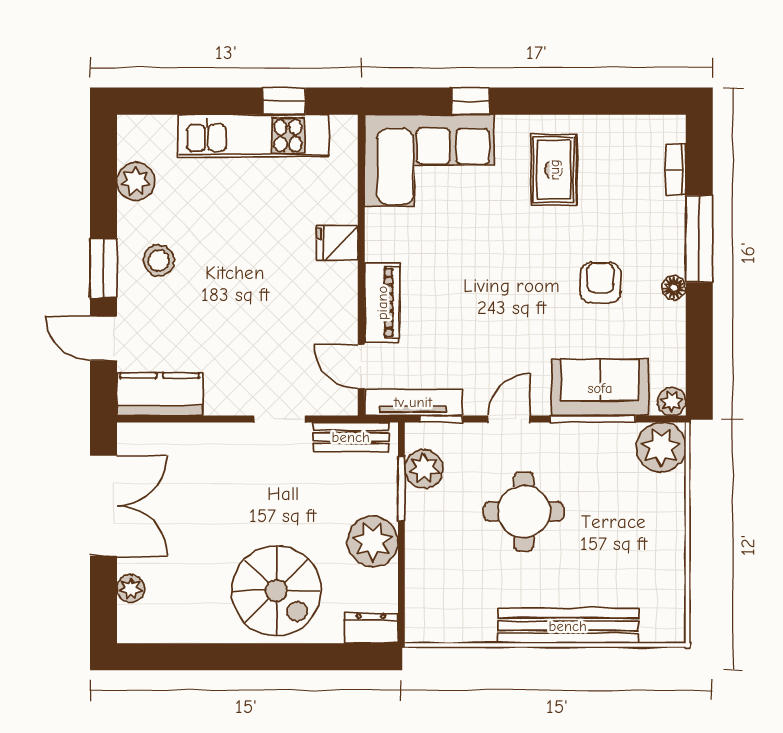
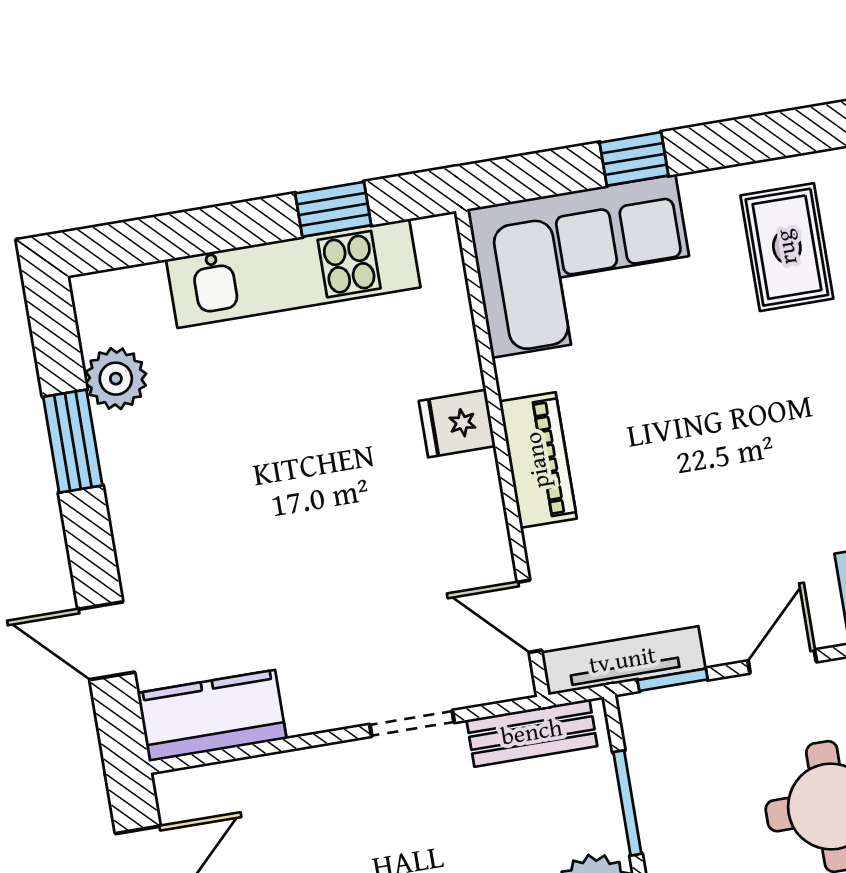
stool: (159, 260) -> (174, 500), removed
window: (104, 268) -> (73, 441), moved
piano: (382, 303) -> (538, 460), moved
plant: (424, 469) -> (658, 765), removed

